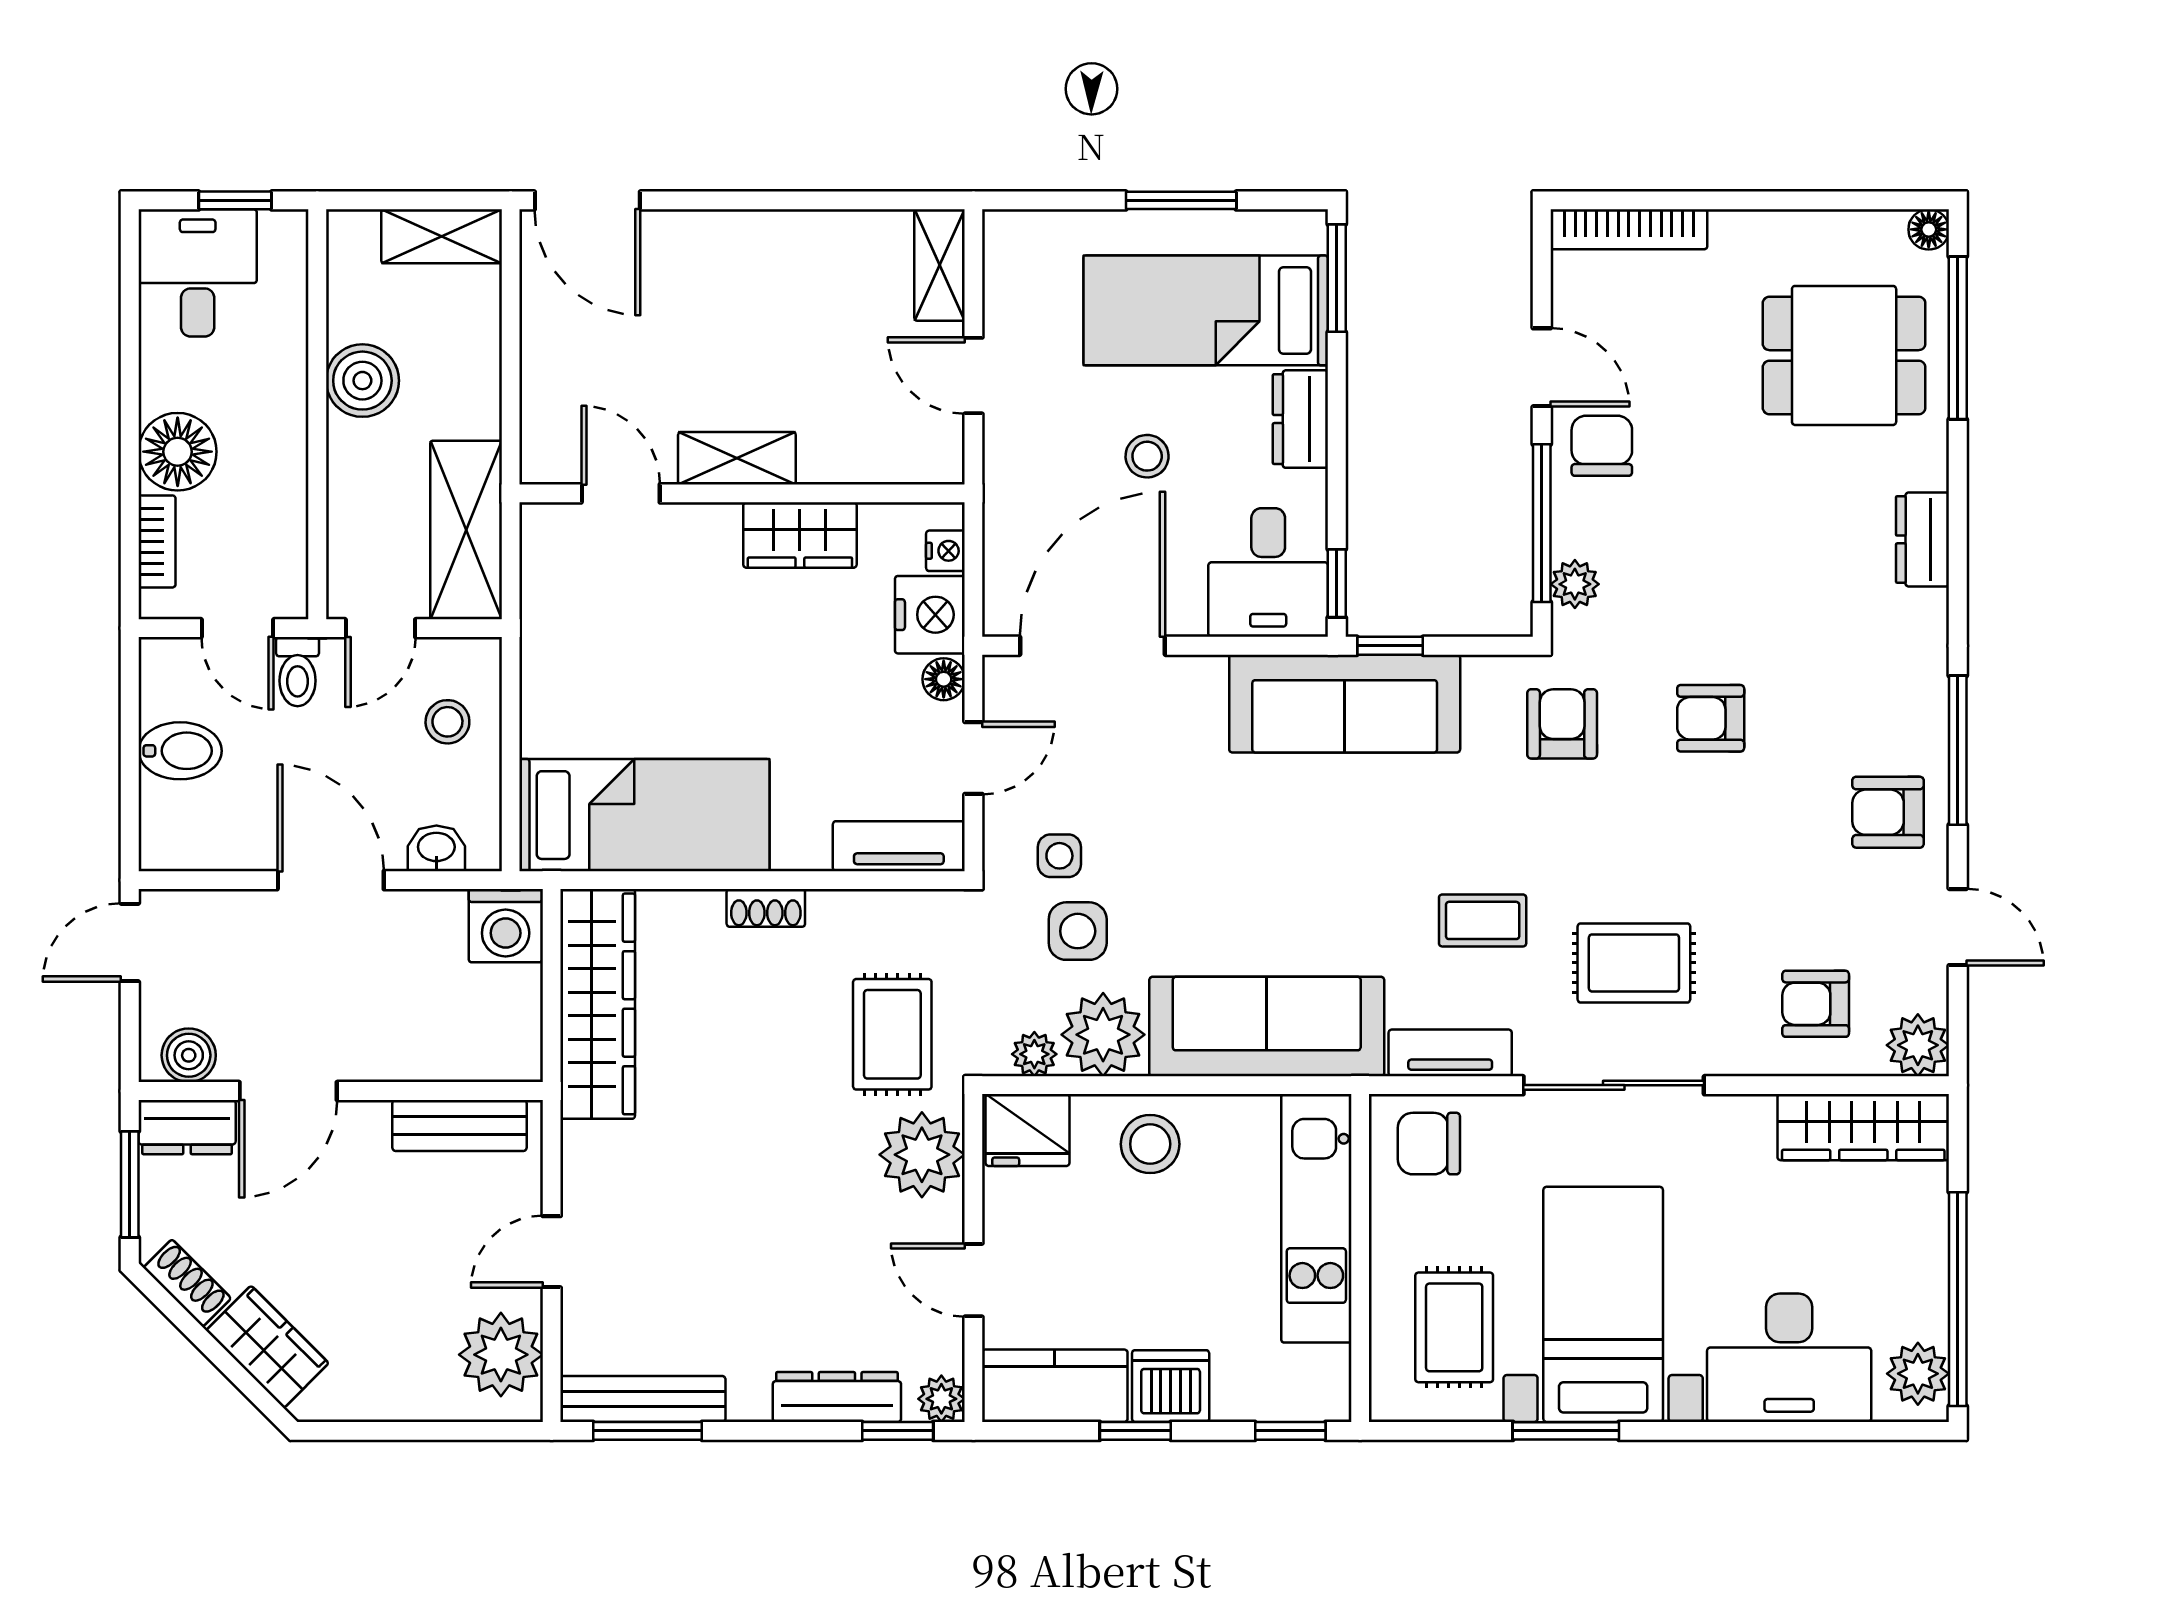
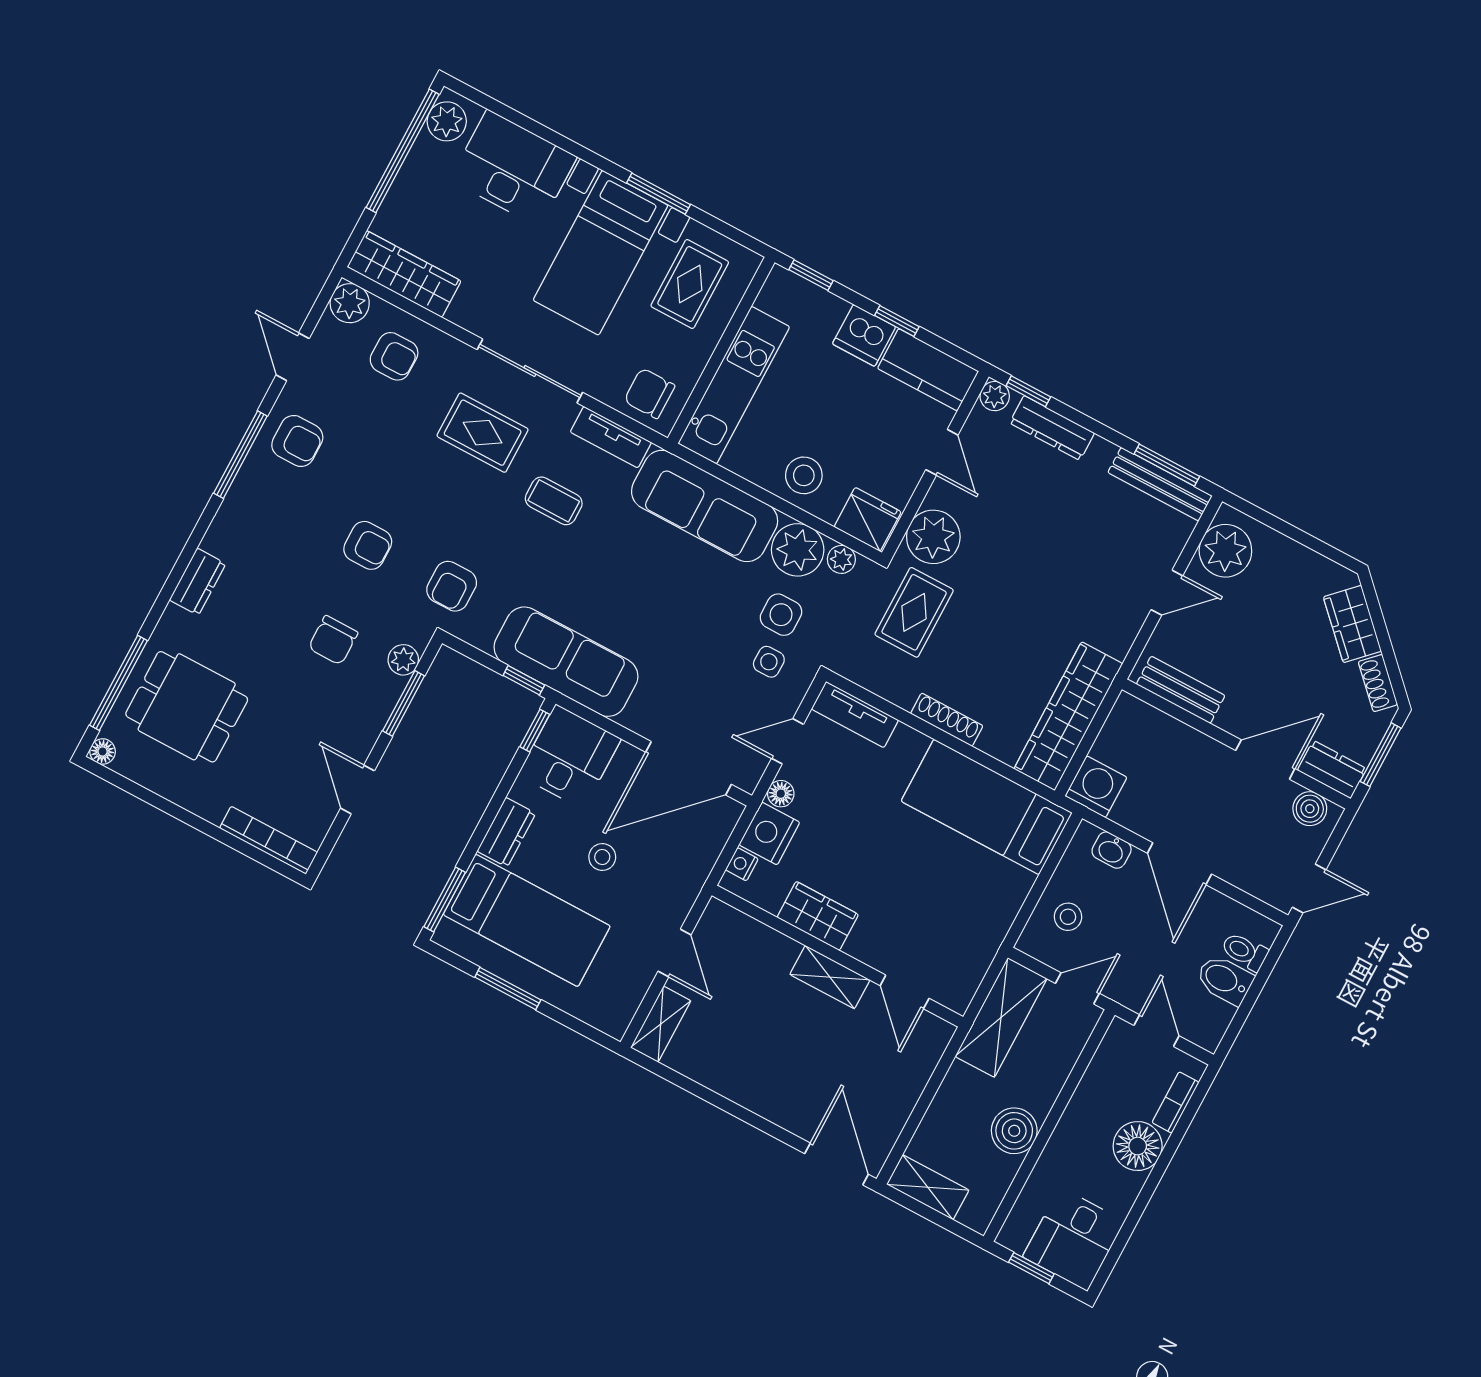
chair: (1602, 446) -> (333, 640), moved
window: (1542, 523) -> (404, 703), width x0.69
toilet: (298, 672) -> (1245, 952), moved, turned -90
shoe rack: (766, 908) -> (947, 720), width x1.43
chair: (1429, 1144) -> (649, 393), turned 180

